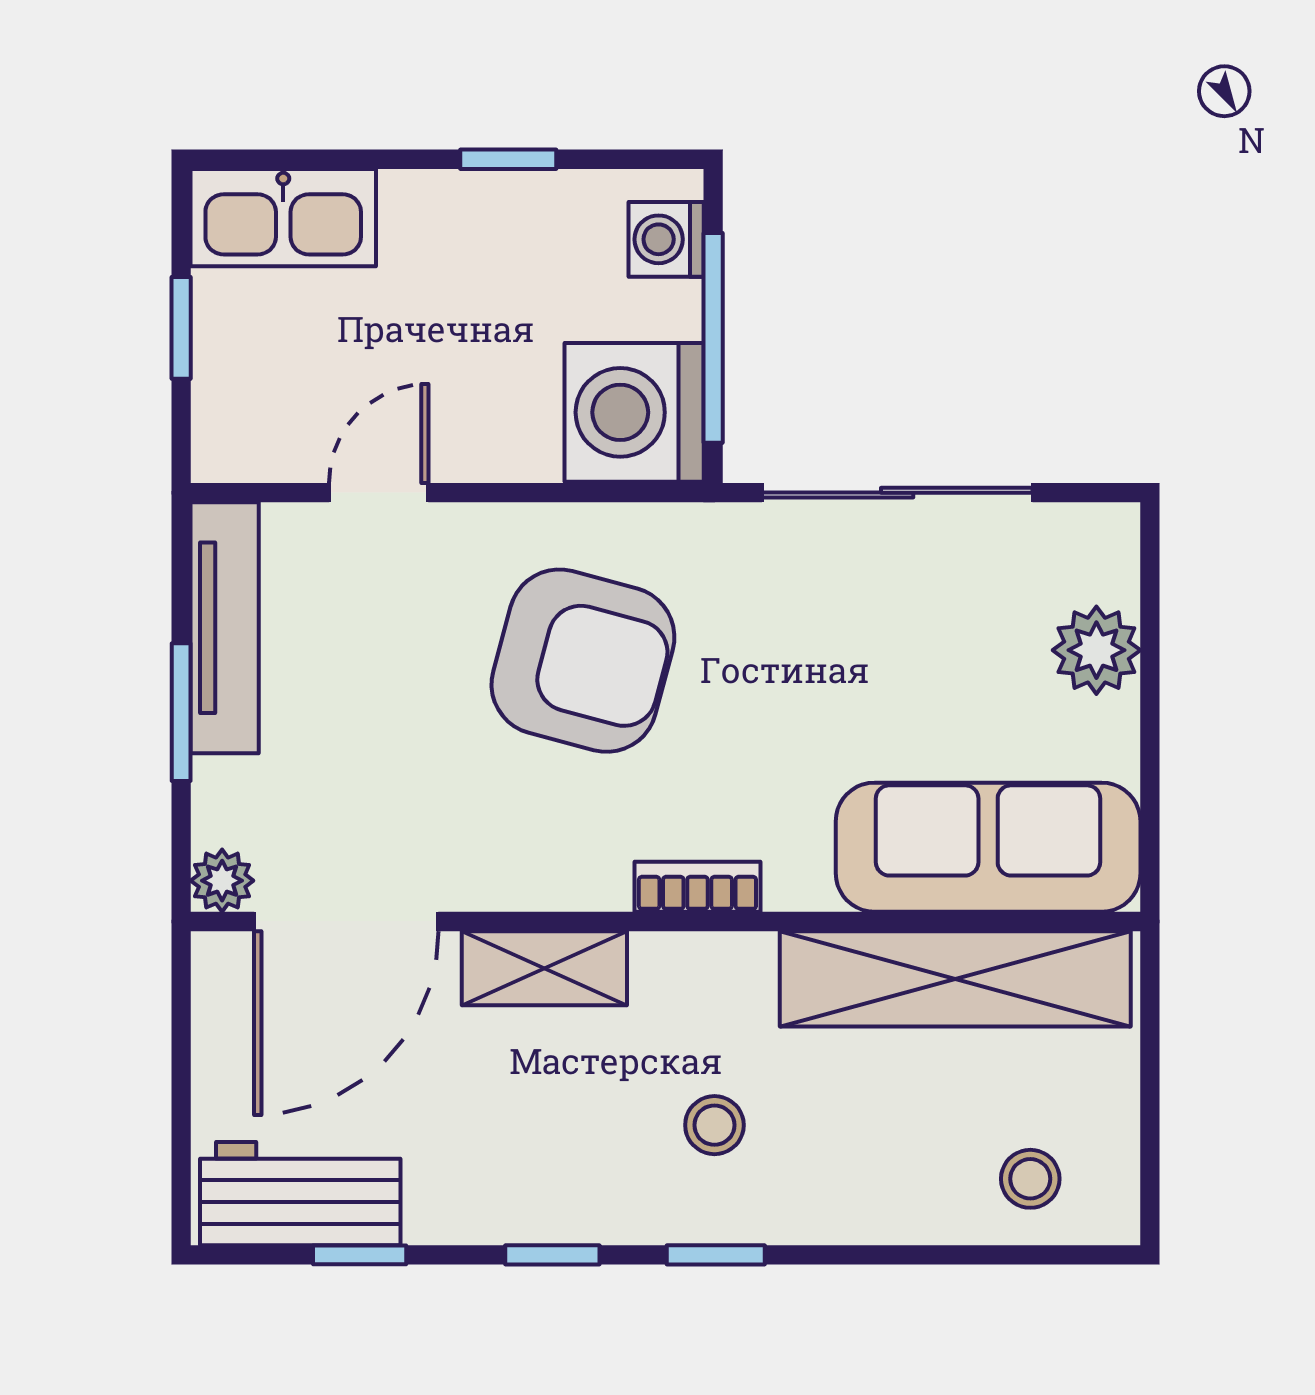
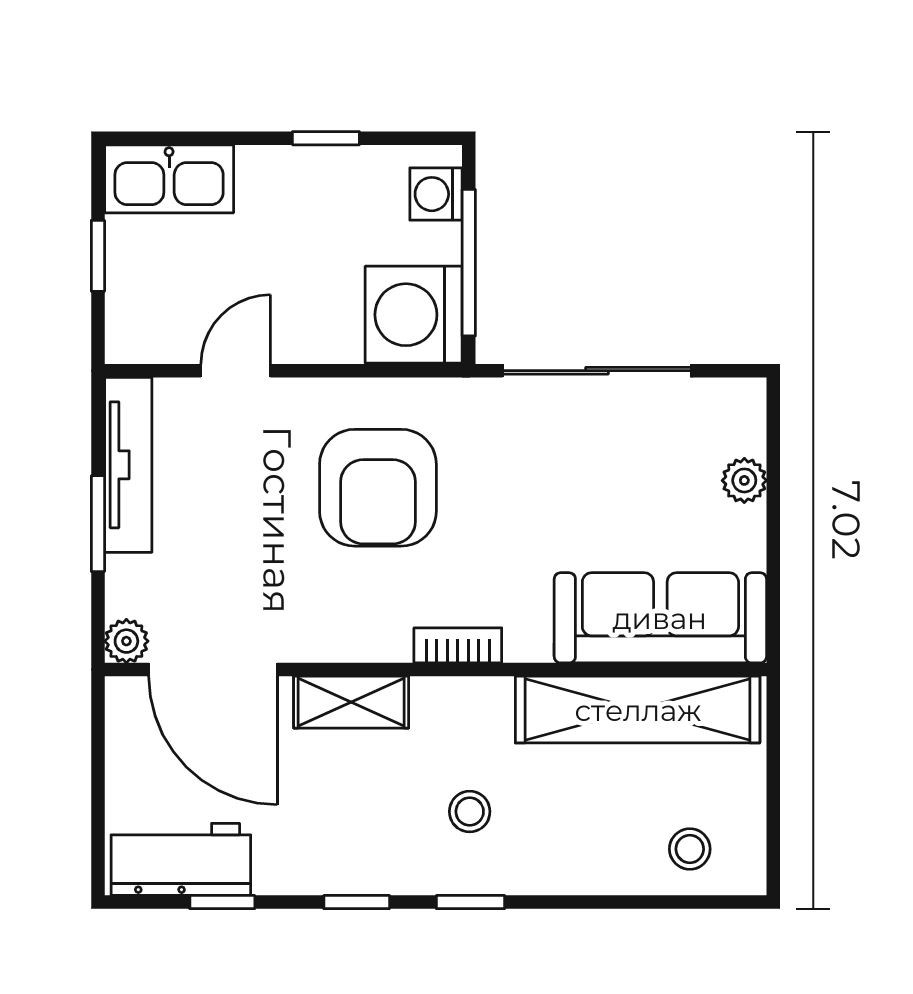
plant: (1096, 650) -> (744, 480), width x0.73, depth x0.73
armchair: (583, 661) -> (378, 488), turned 75
door: (346, 921) -> (213, 670), hinge flipped

